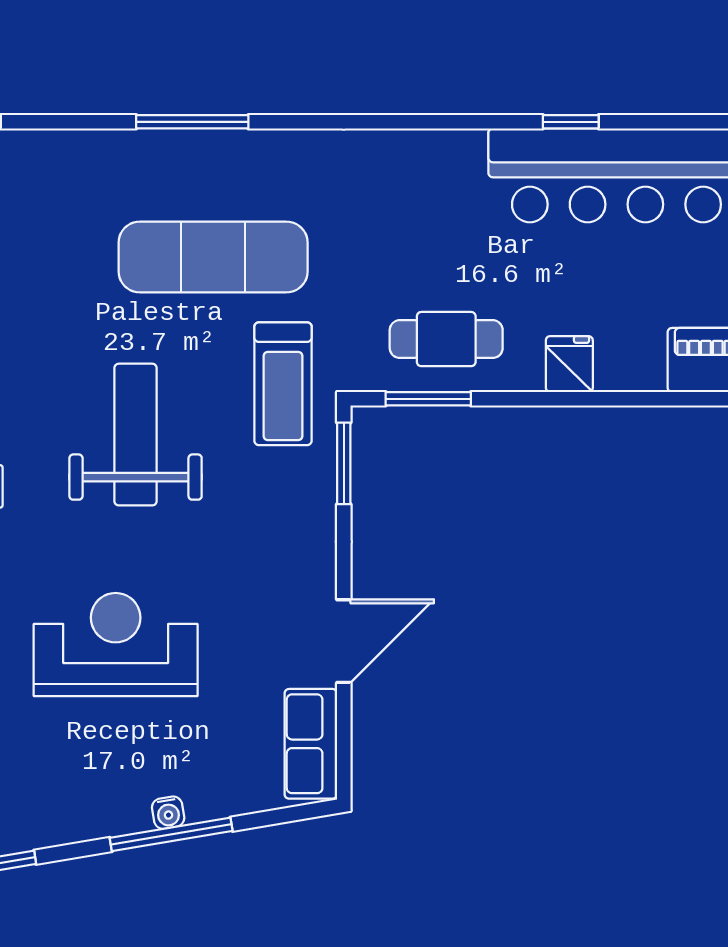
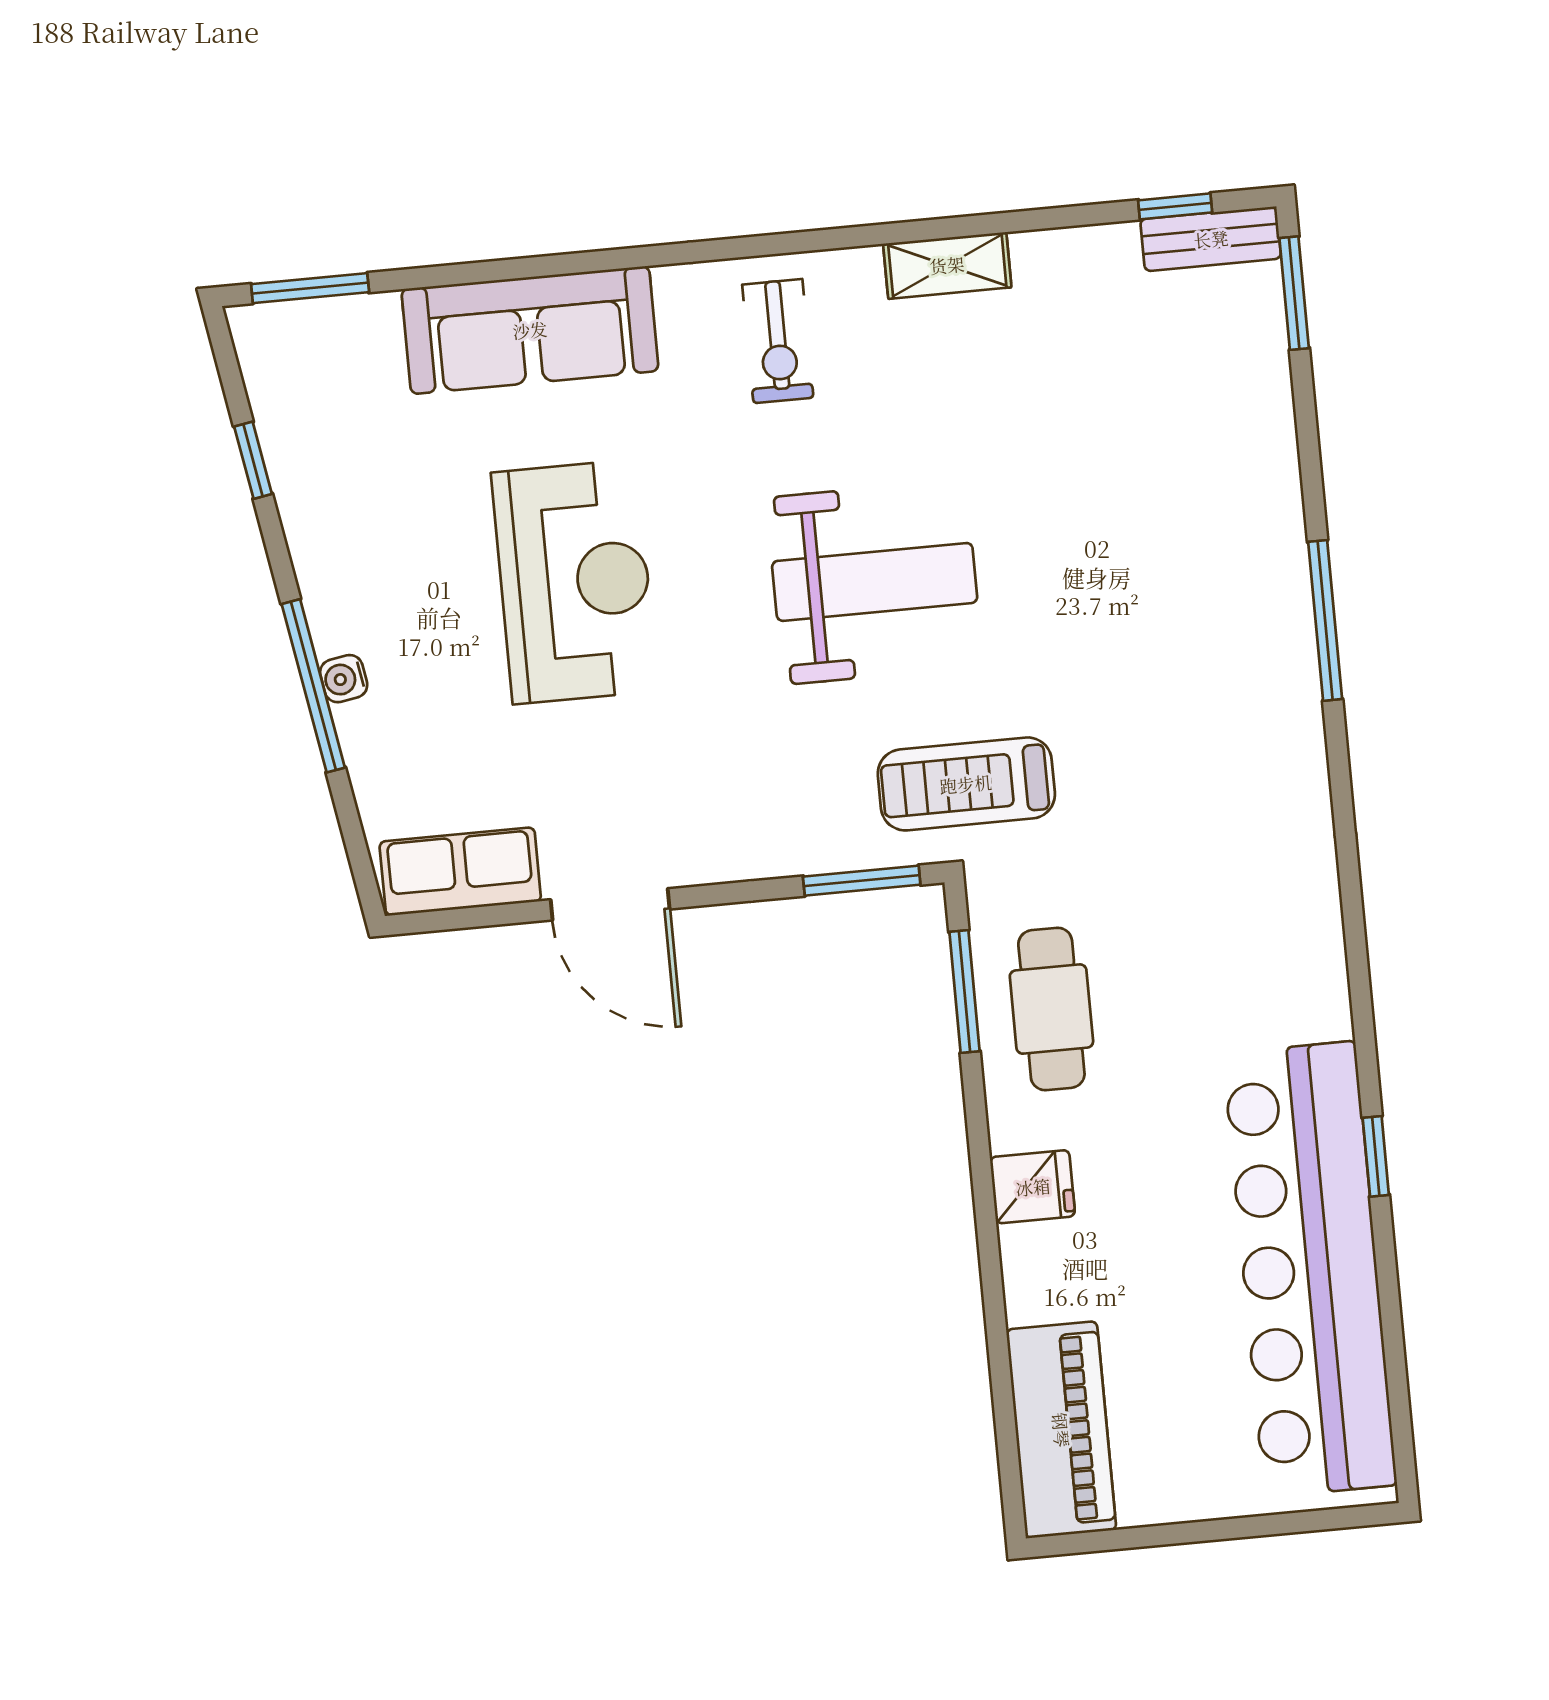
exercise mat: (213, 257) -> (1136, 668), removed

